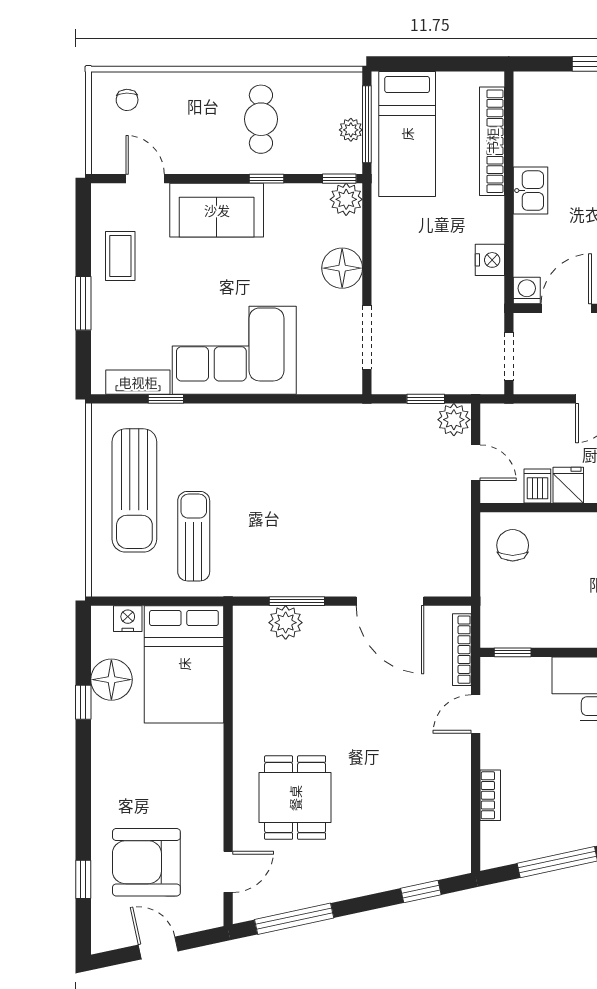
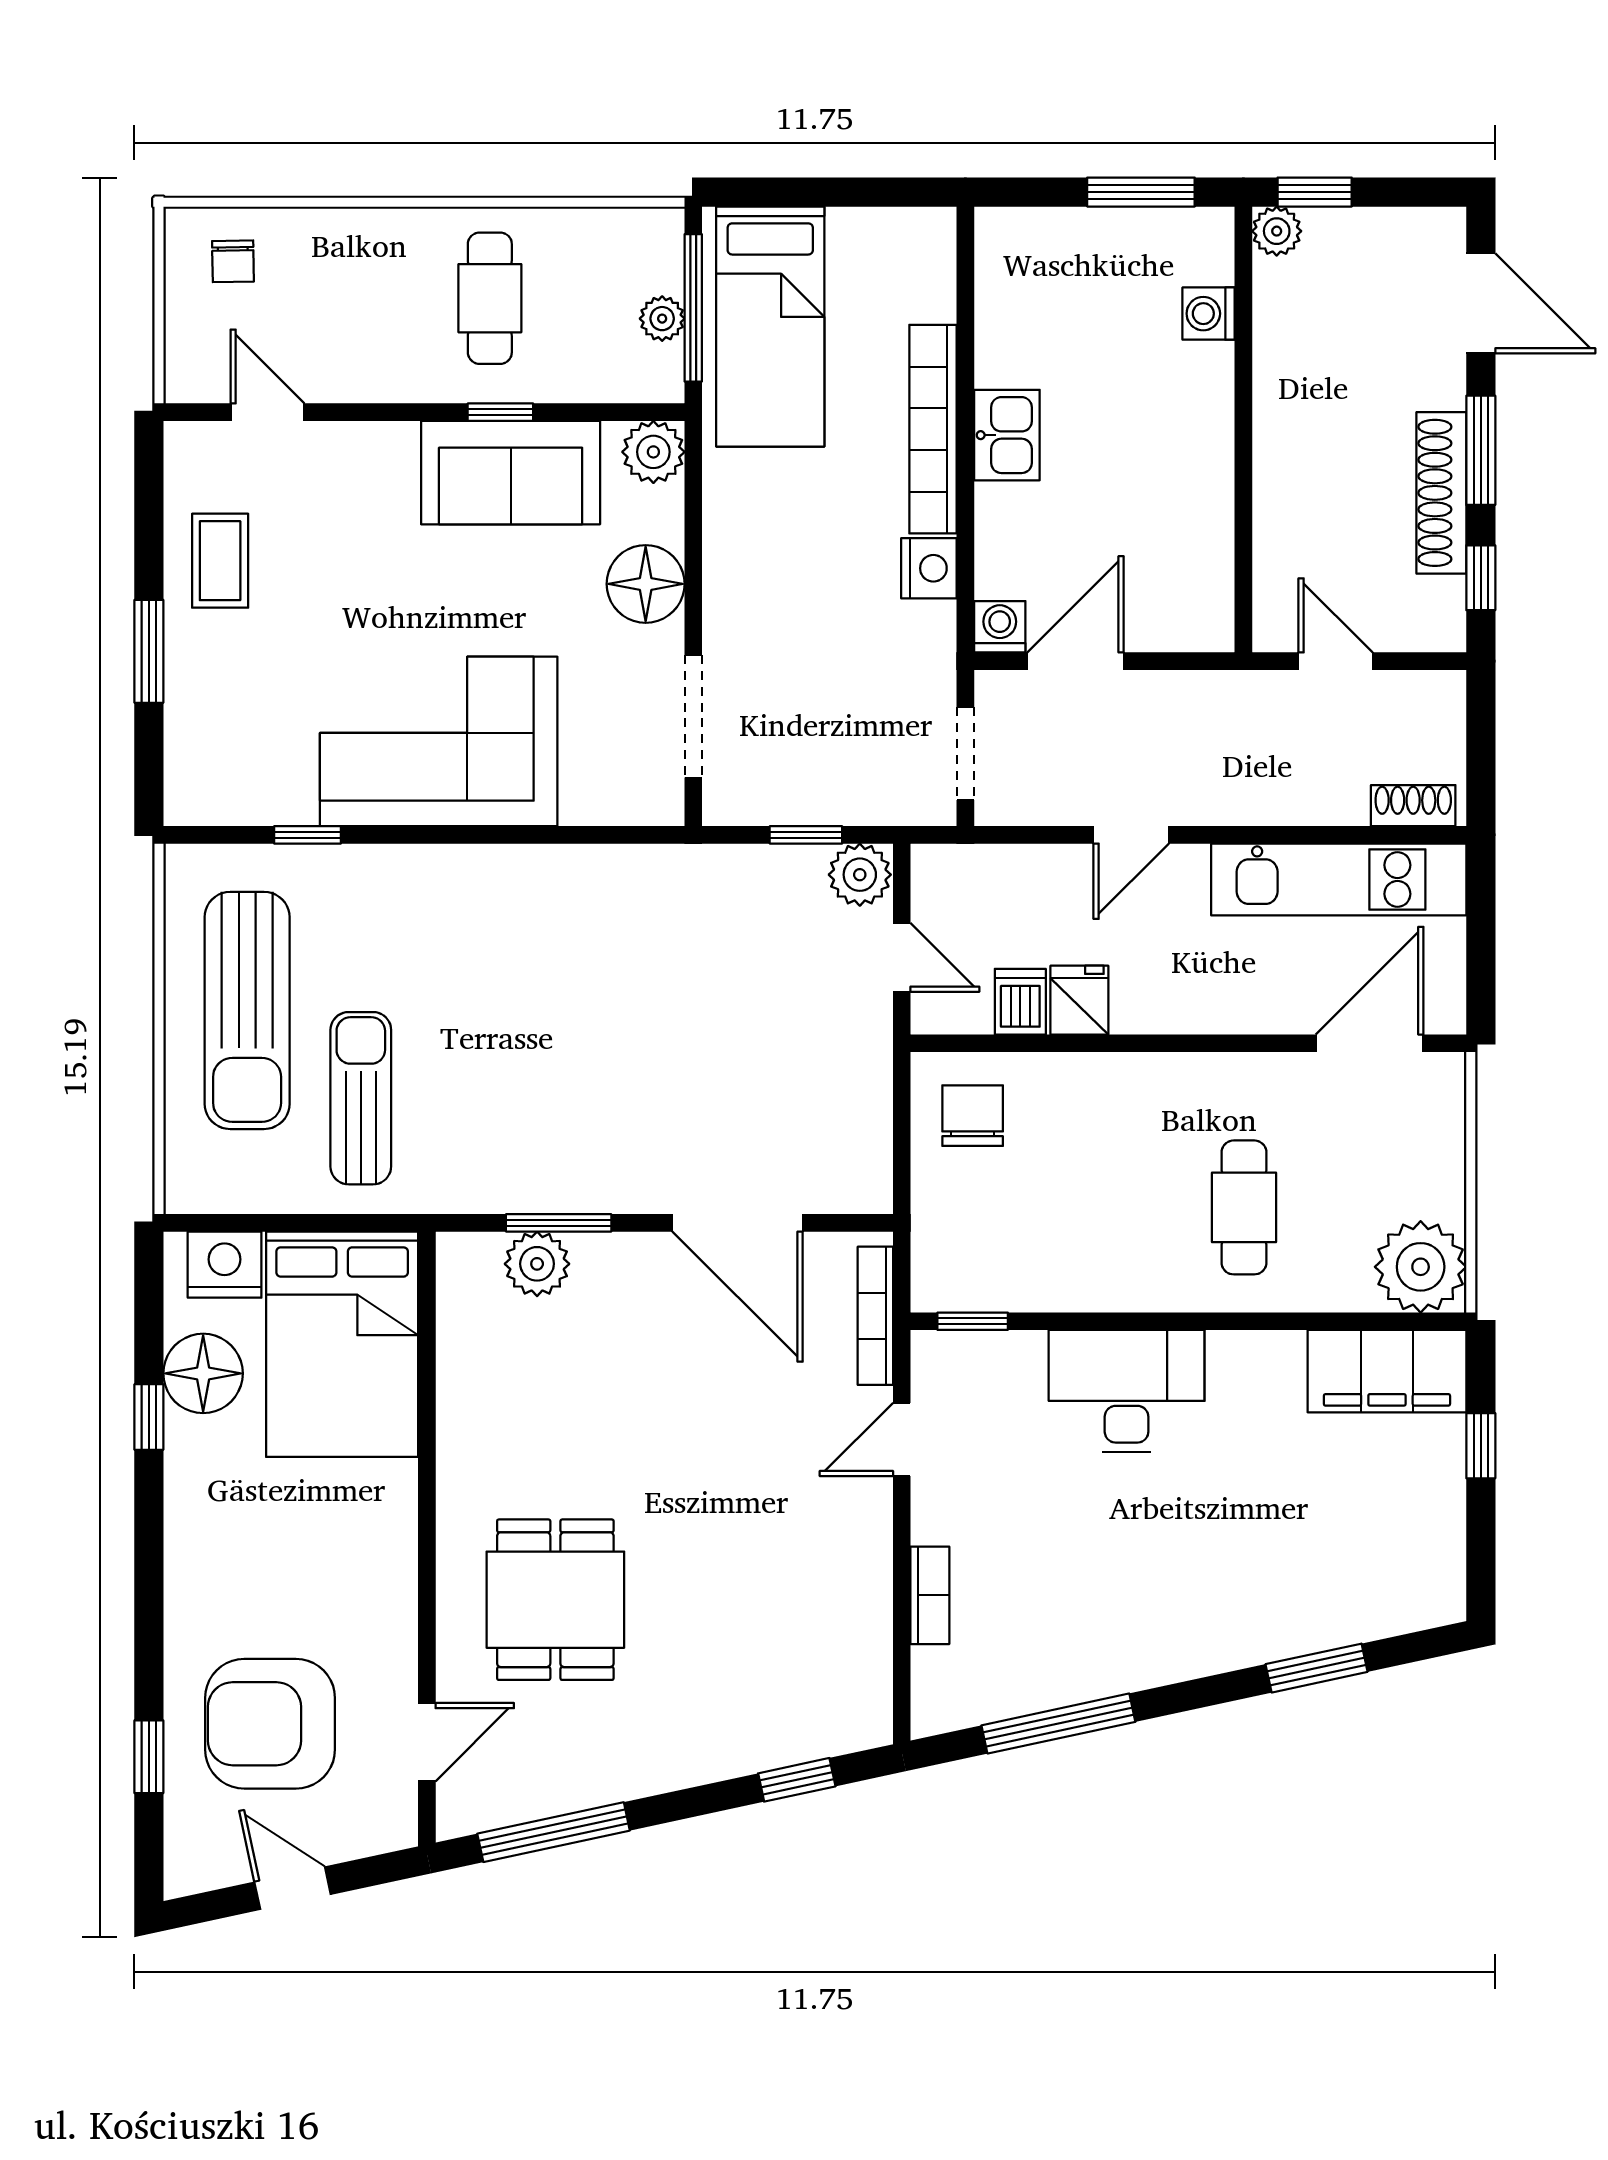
bookcase: (492, 141) -> (933, 429), moved
window: (339, 179) -> (640, 412), removed
sofa: (217, 210) -> (511, 473), moved
tv unit: (138, 382) -> (254, 803), removed
nightstand: (128, 619) -> (225, 1265), width x1.36, depth x1.33

